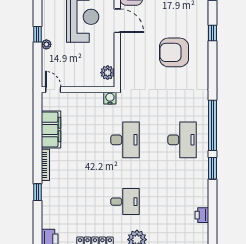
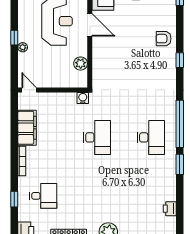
window: (213, 33) -> (180, 60), moved
armchair: (174, 52) -> (164, 39), moved, width x0.53, depth x0.53
plant: (108, 73) -> (81, 64), moved
window: (37, 192) -> (14, 199), moved
desk: (125, 202) -> (43, 196), moved

